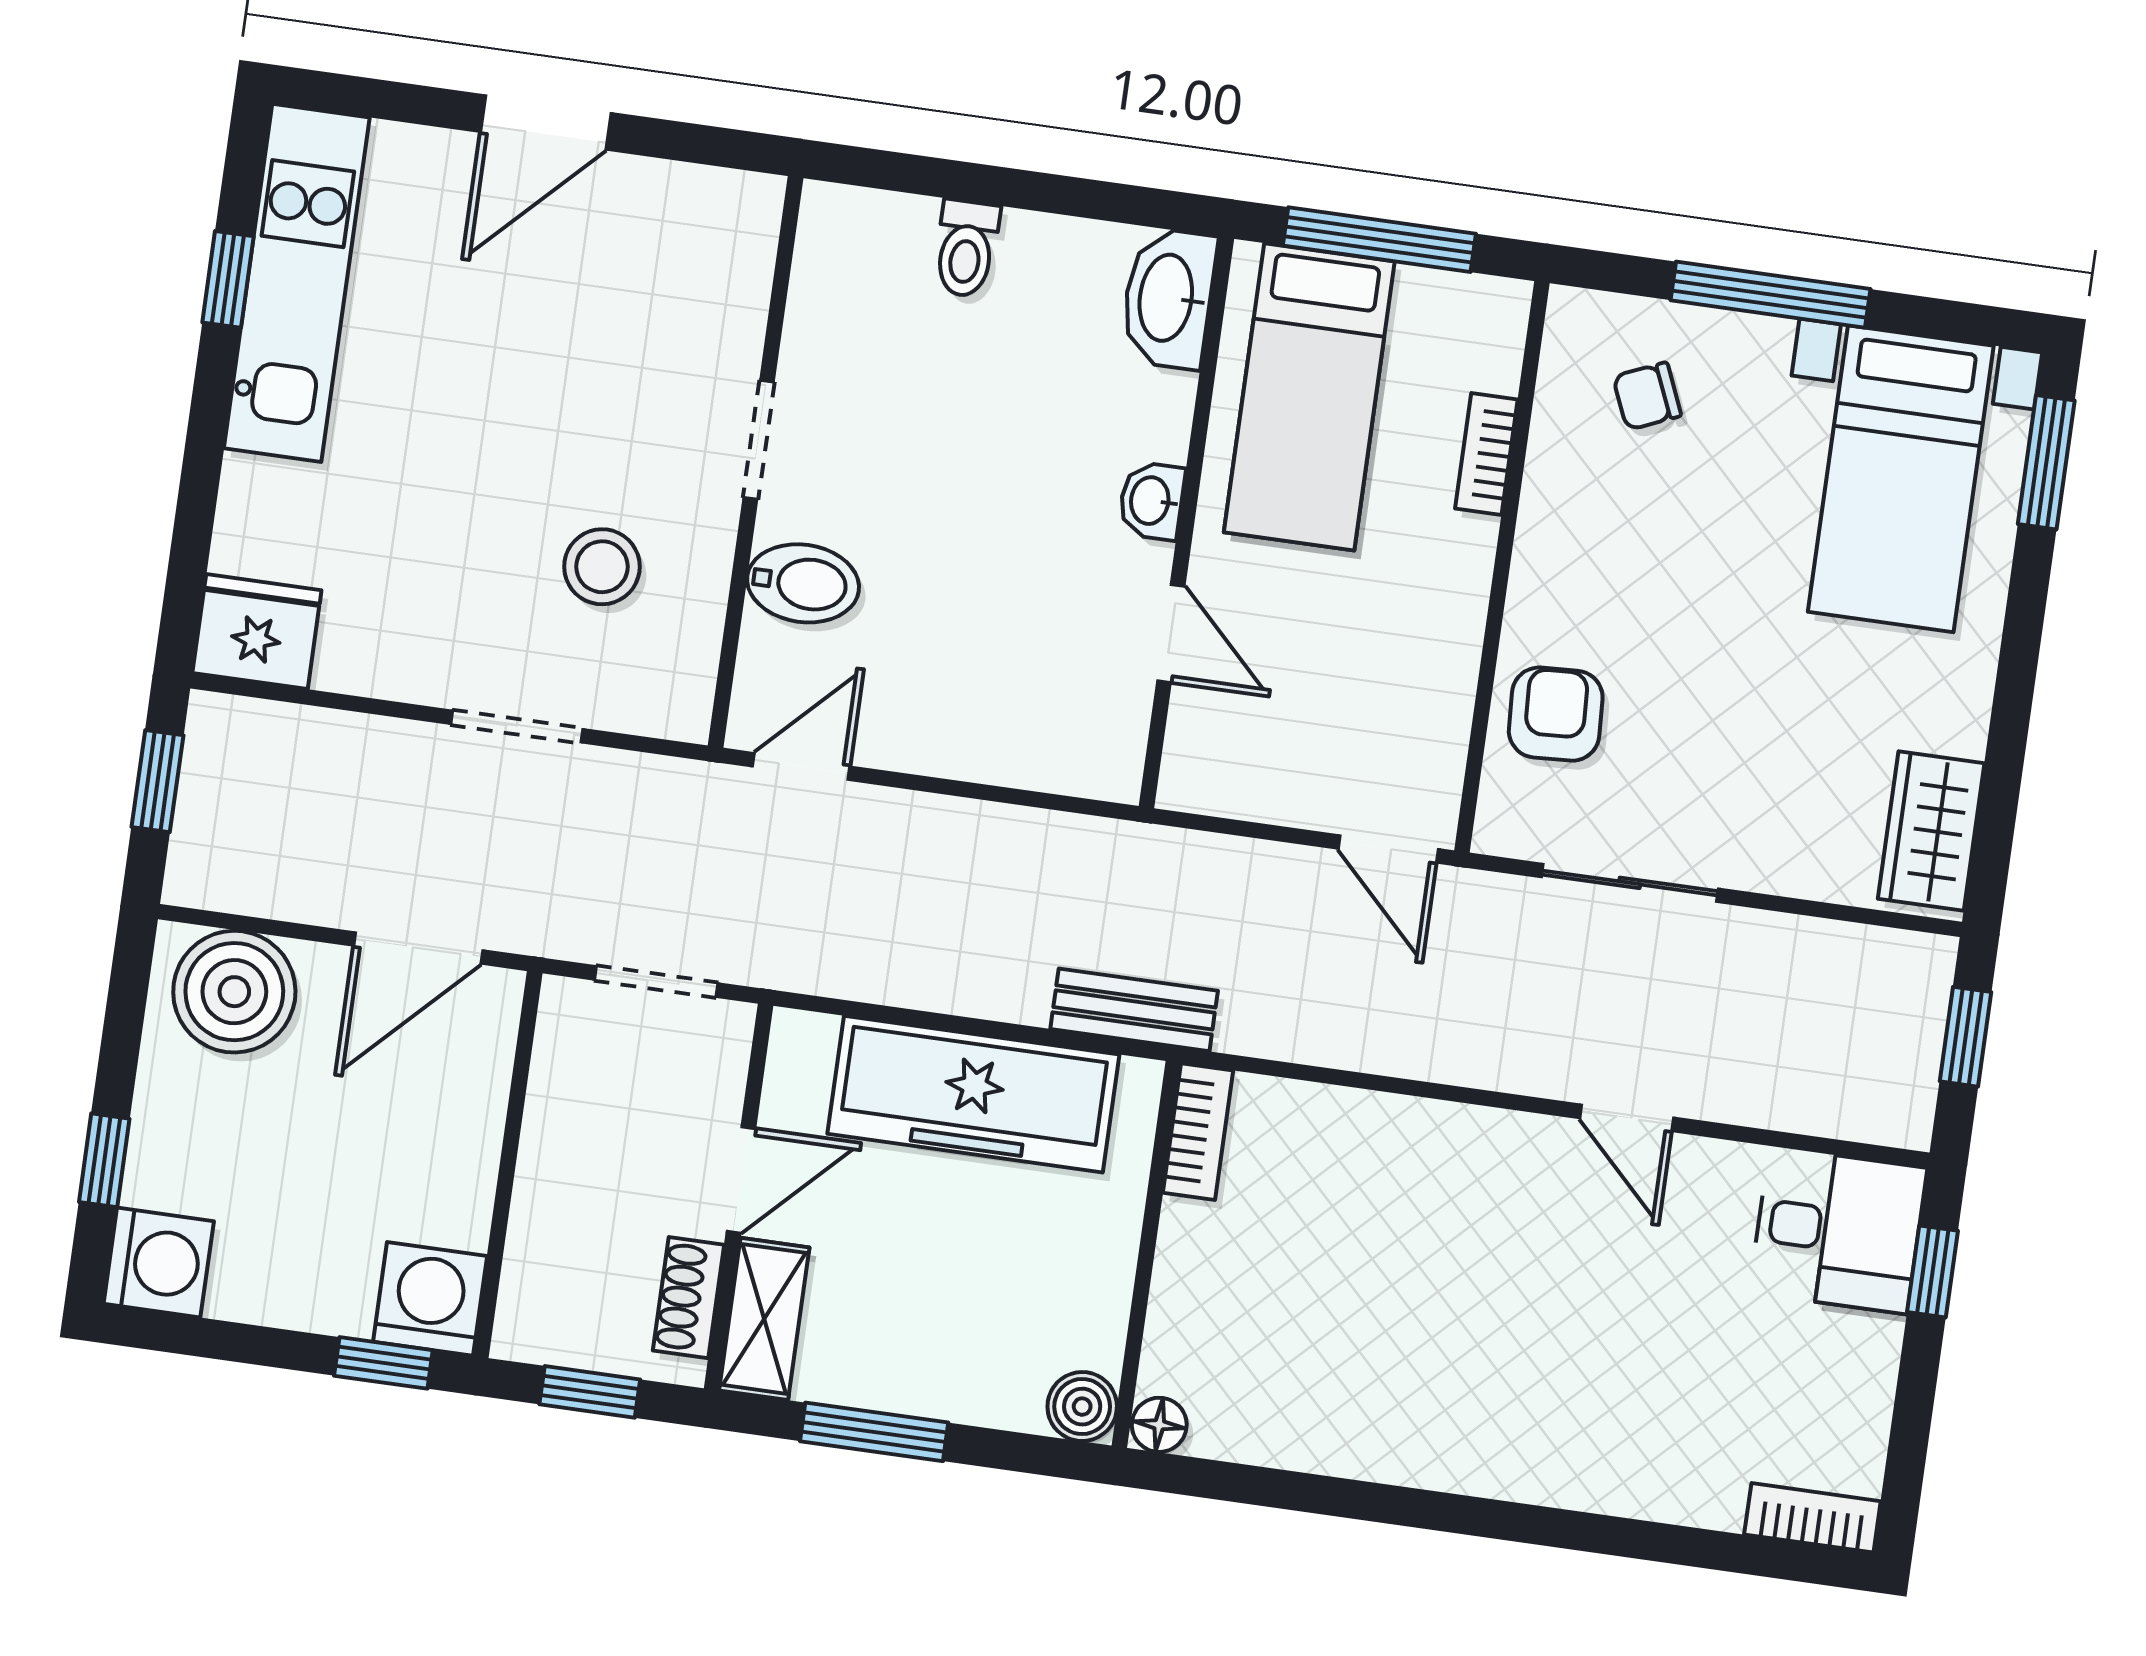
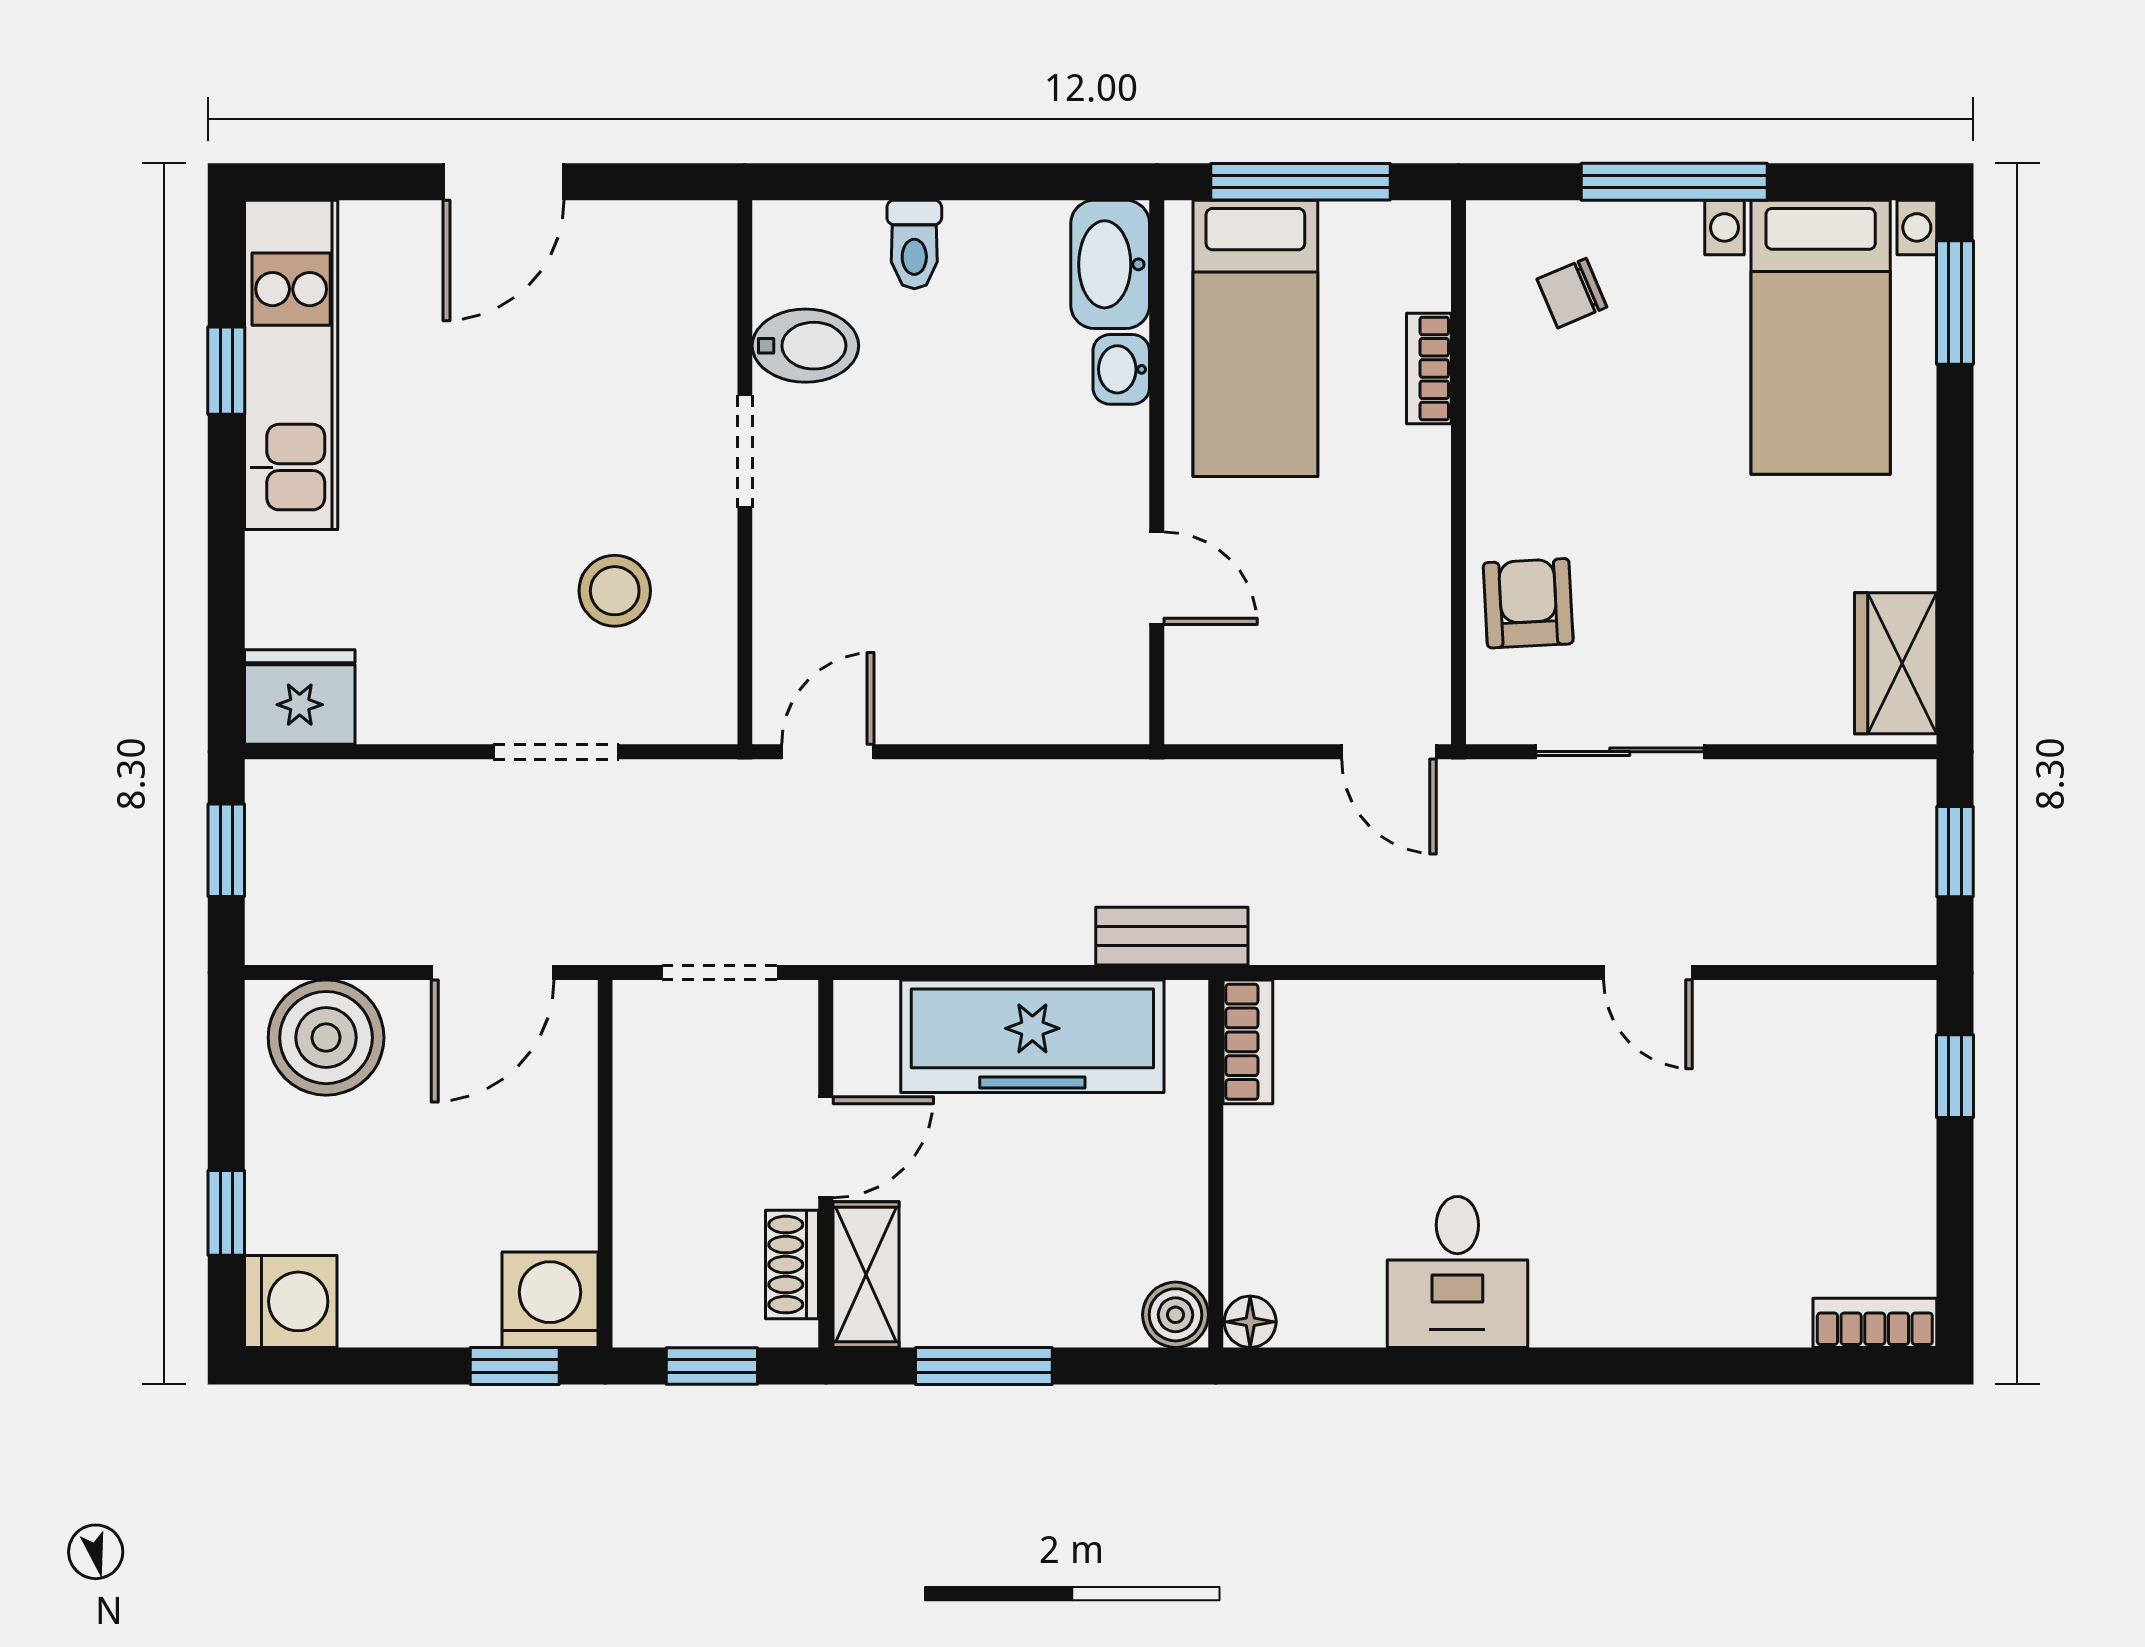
washbasin: (1152, 501) -> (1121, 369), moved
bidet: (803, 583) -> (805, 346), moved
desk: (1838, 1230) -> (1457, 1272), moved, turned 90

